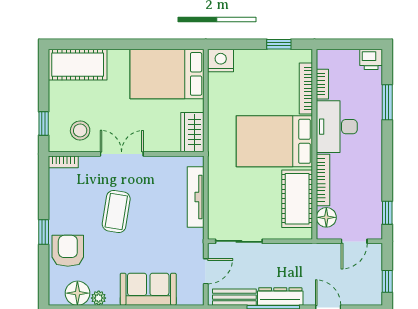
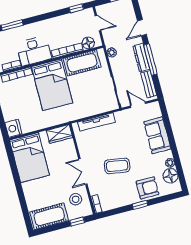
cot: (78, 65) -> (49, 216), moved, turned 90
armchair: (68, 251) -> (147, 188), turned 180
plant: (301, 251) -> (112, 52), added

